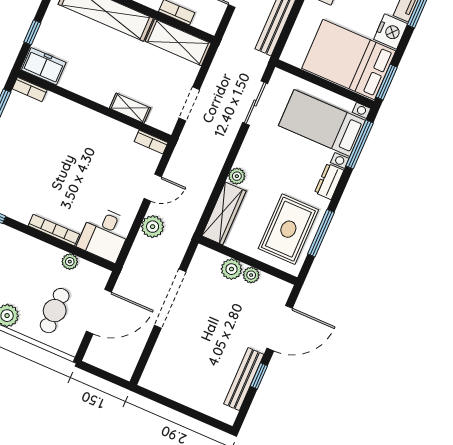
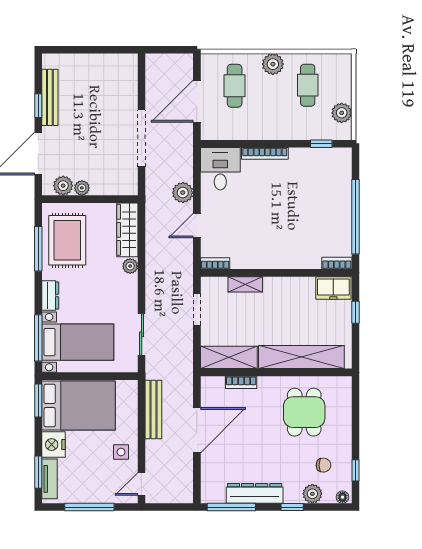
plant: (70, 262) -> (240, 133), removed
plant: (231, 269) -> (63, 186), moved

